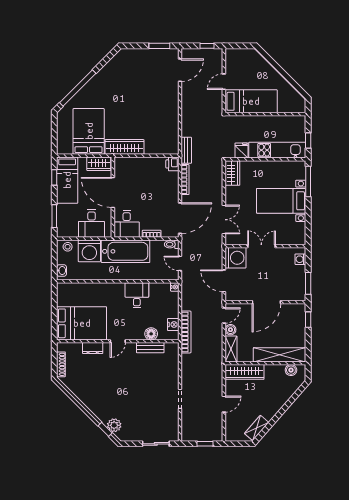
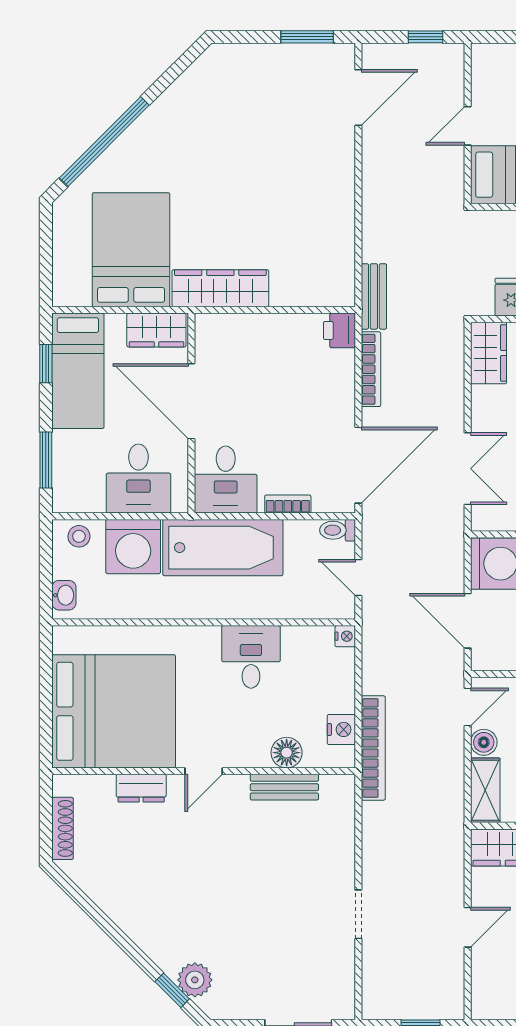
bed: (82, 323) -> (114, 711), width x1.36

